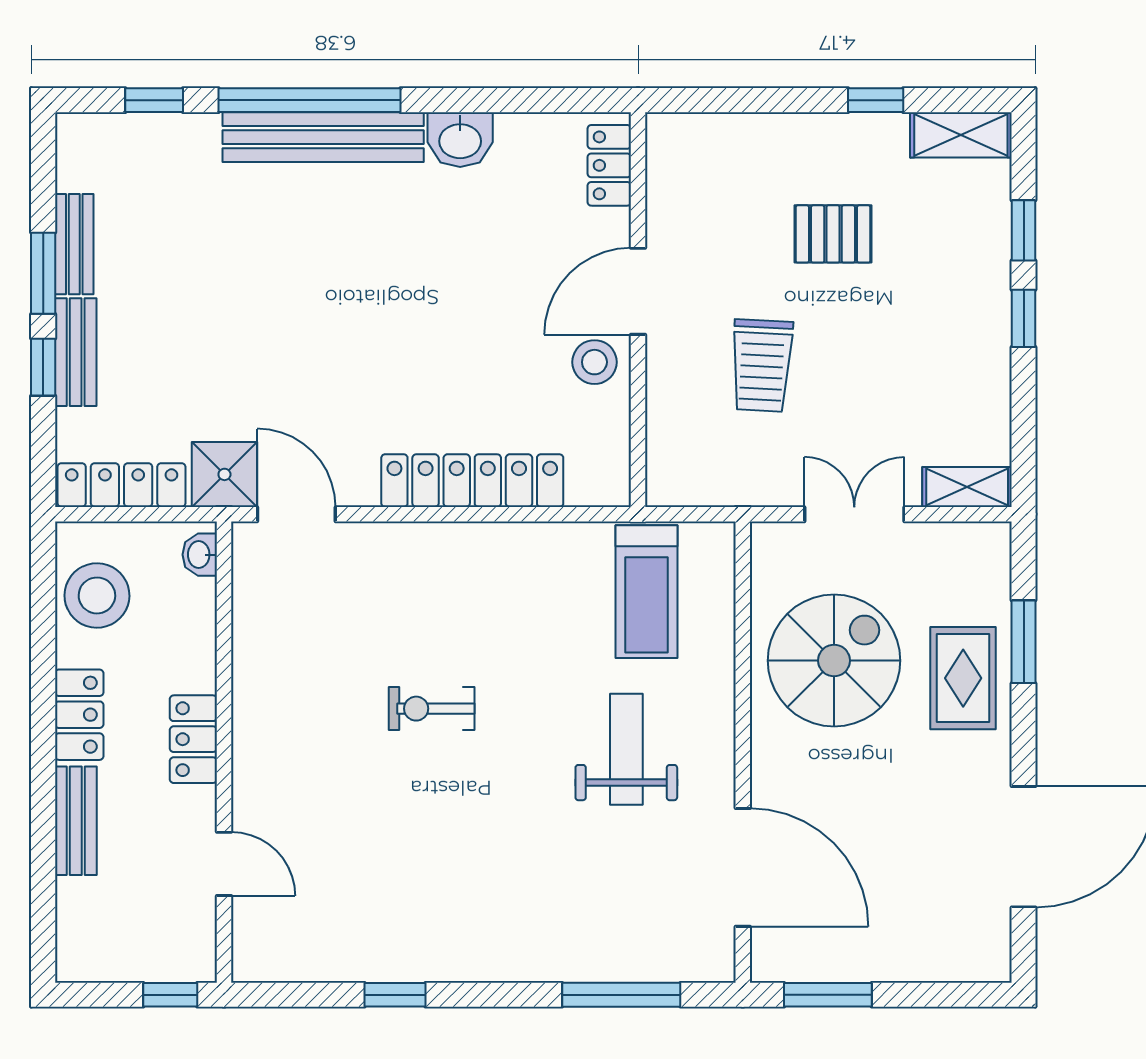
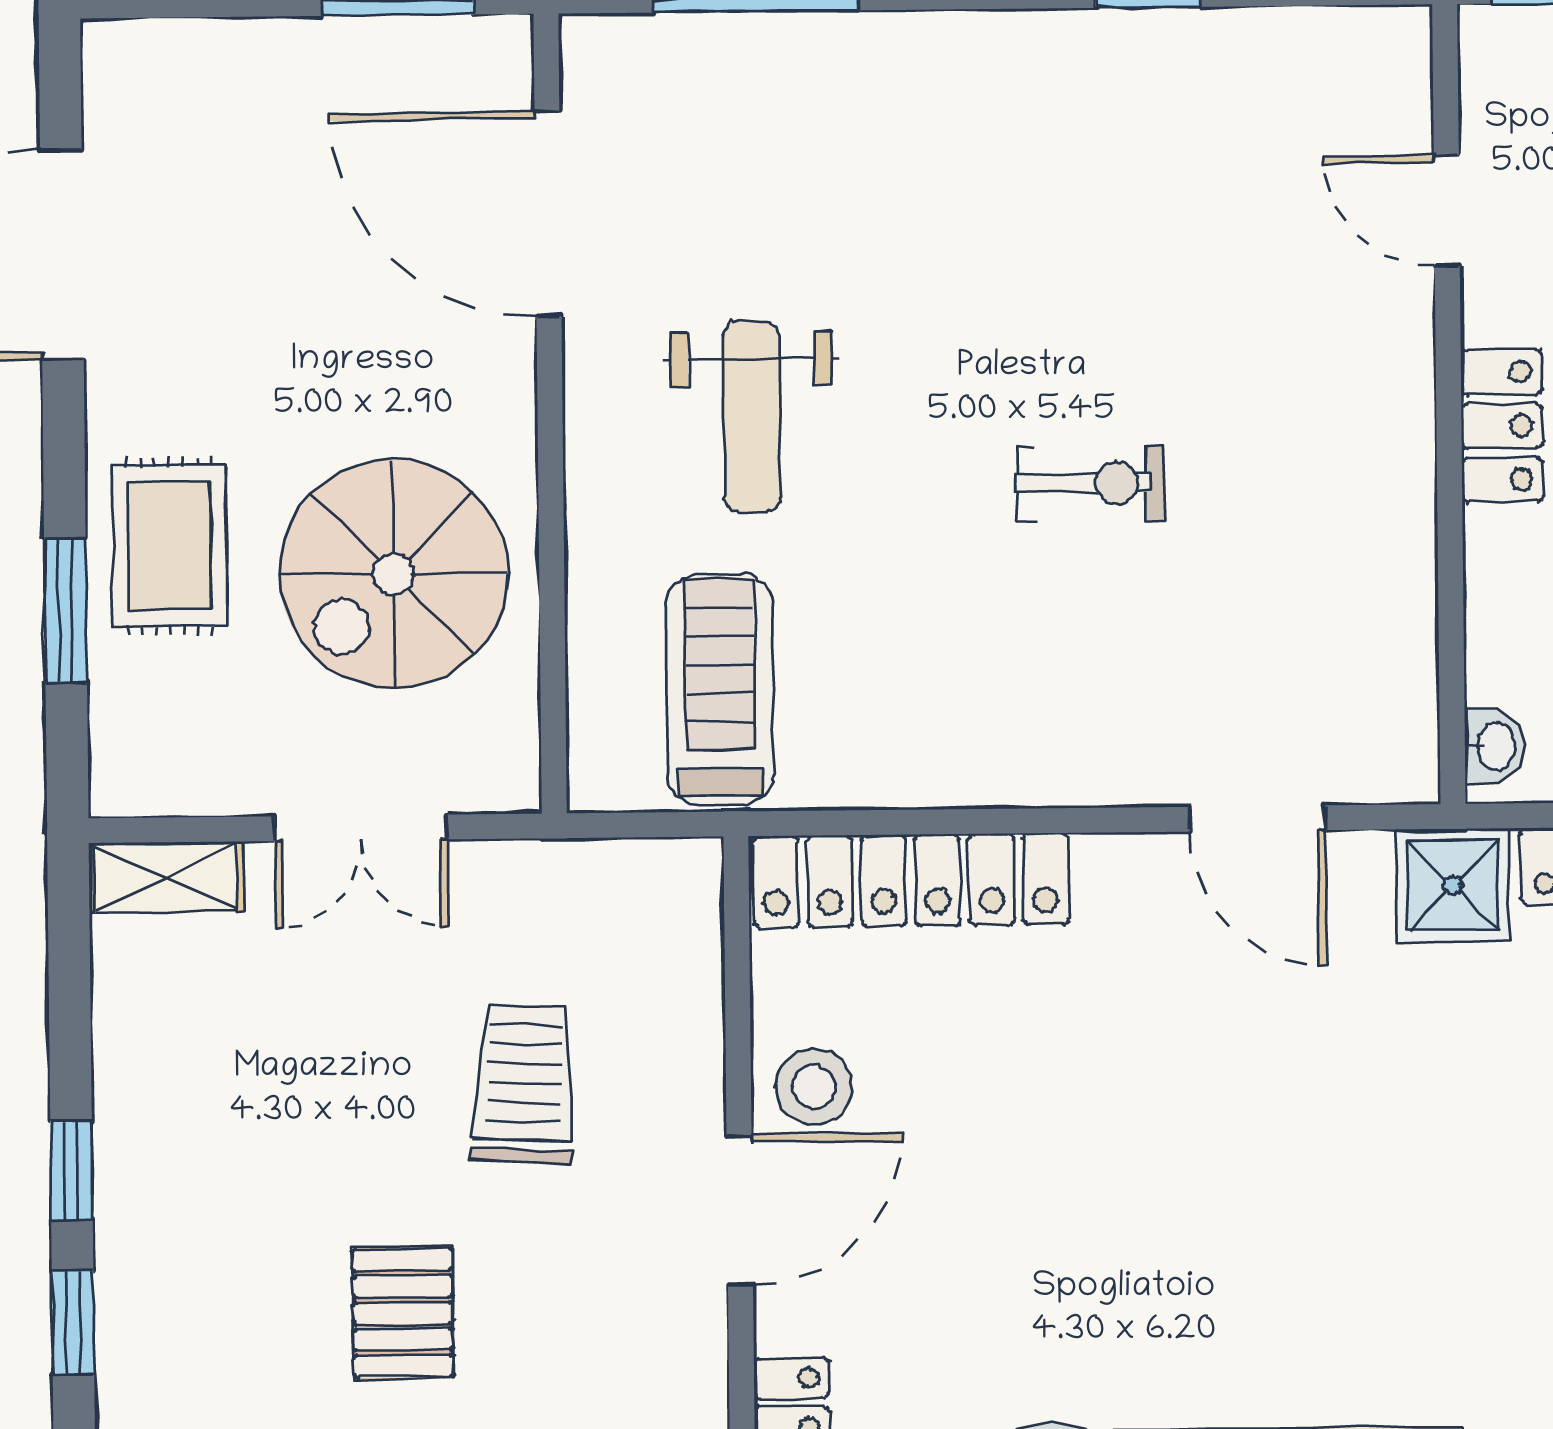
pallet: (833, 234) -> (403, 1313), turned 90
locker: (472, 481) -> (911, 880), moved
door: (296, 514) -> (1258, 818), moved

